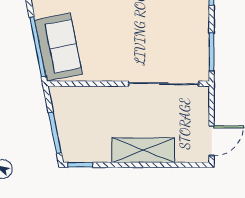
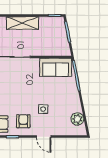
sofa: (58, 47) -> (56, 67), moved, turned -79

